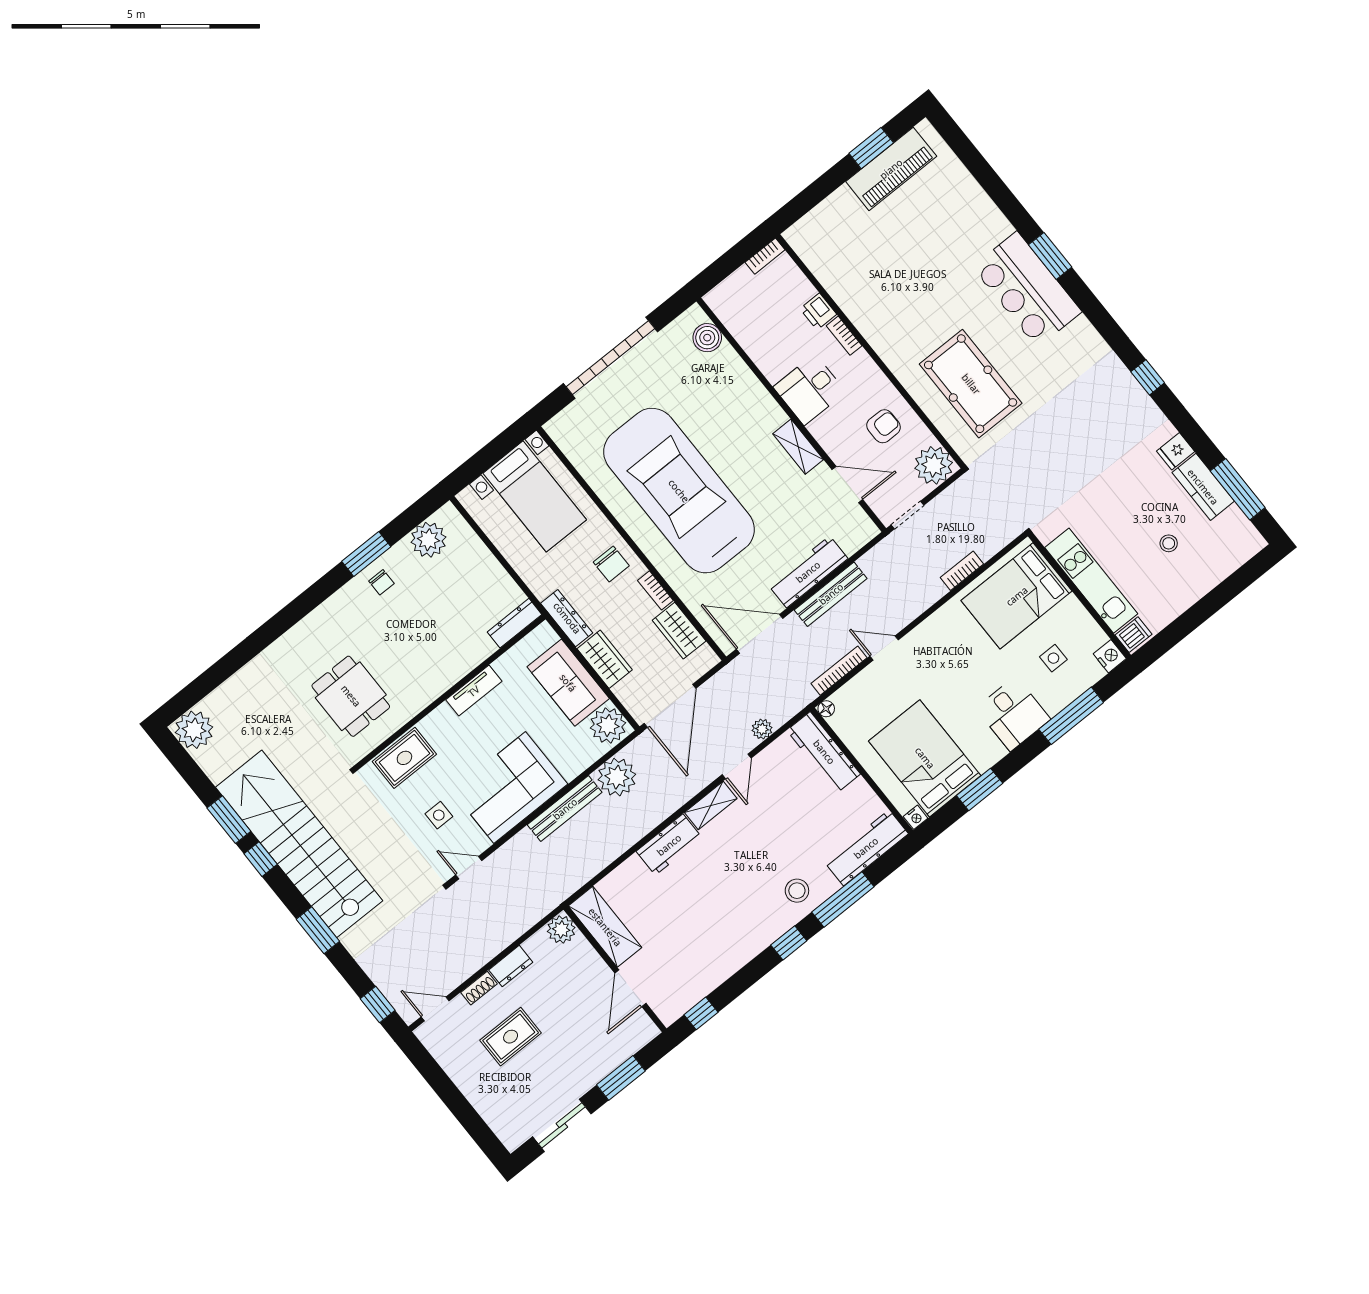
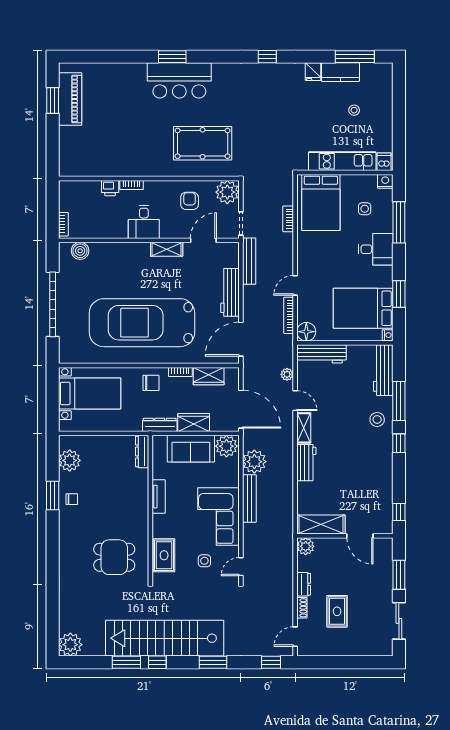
bookcase: (765, 256) -> (63, 224), moved
bench: (831, 594) -> (249, 261), moved
floor lamp: (826, 709) -> (306, 332), width x1.89, depth x1.89

